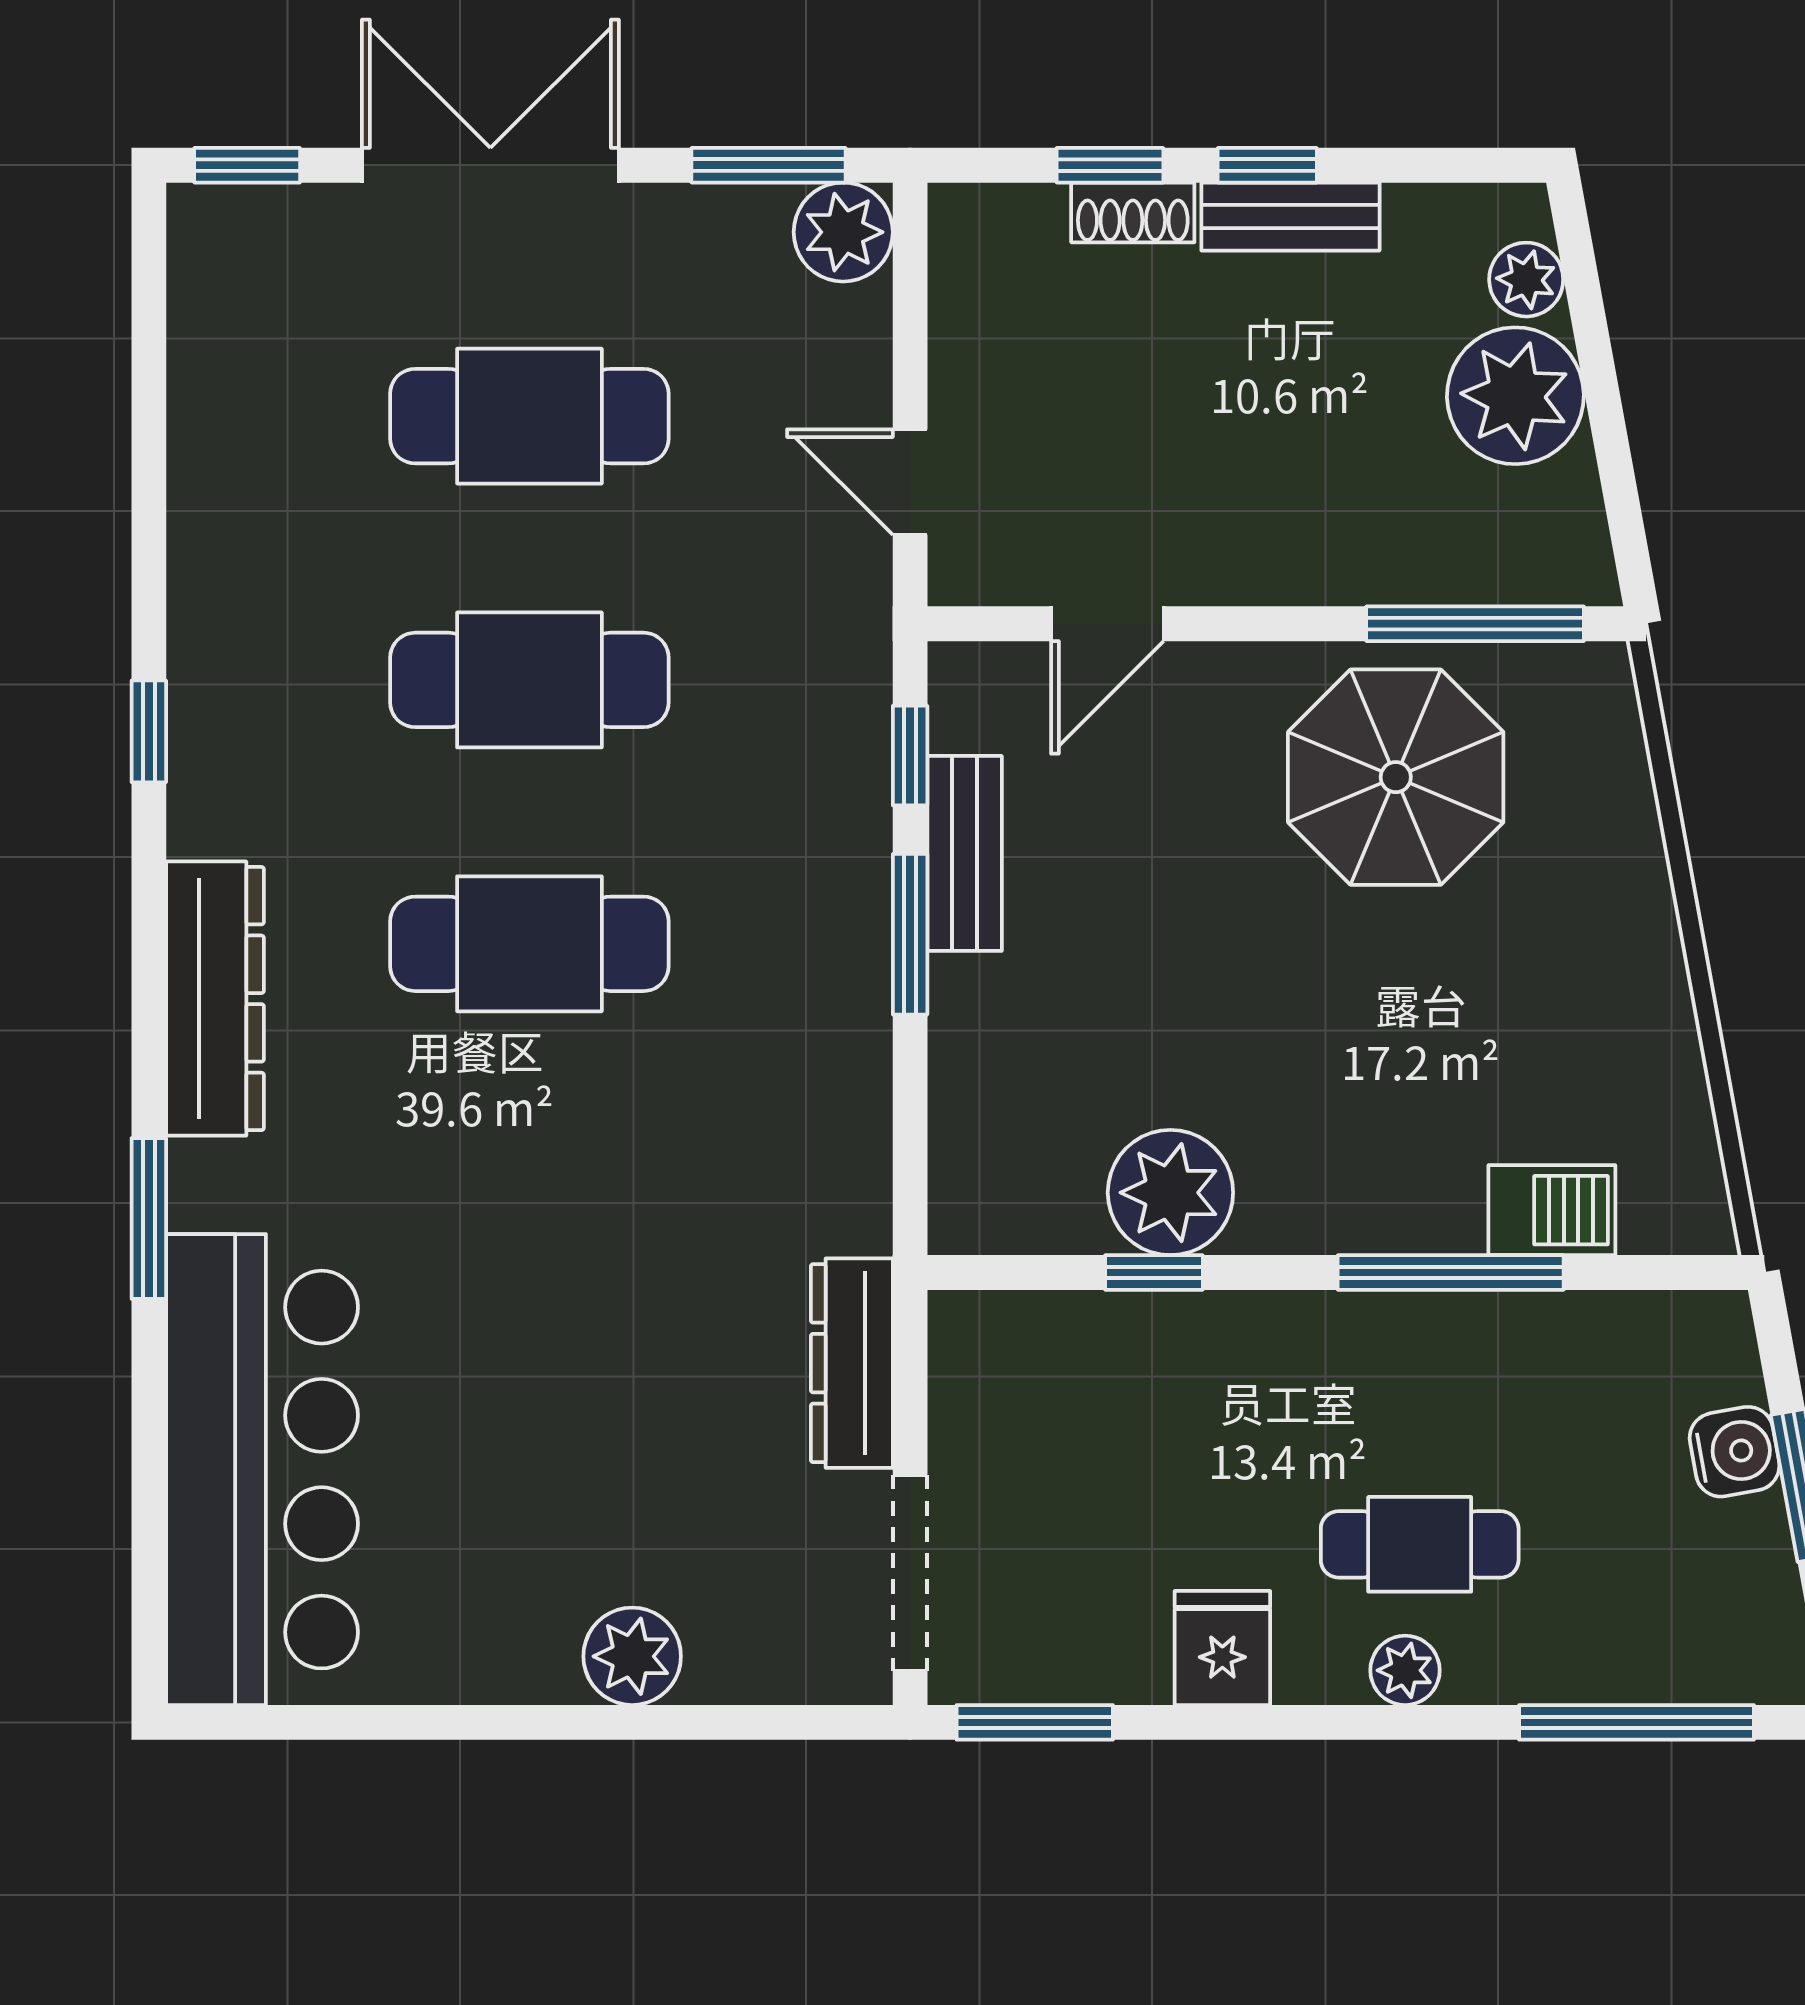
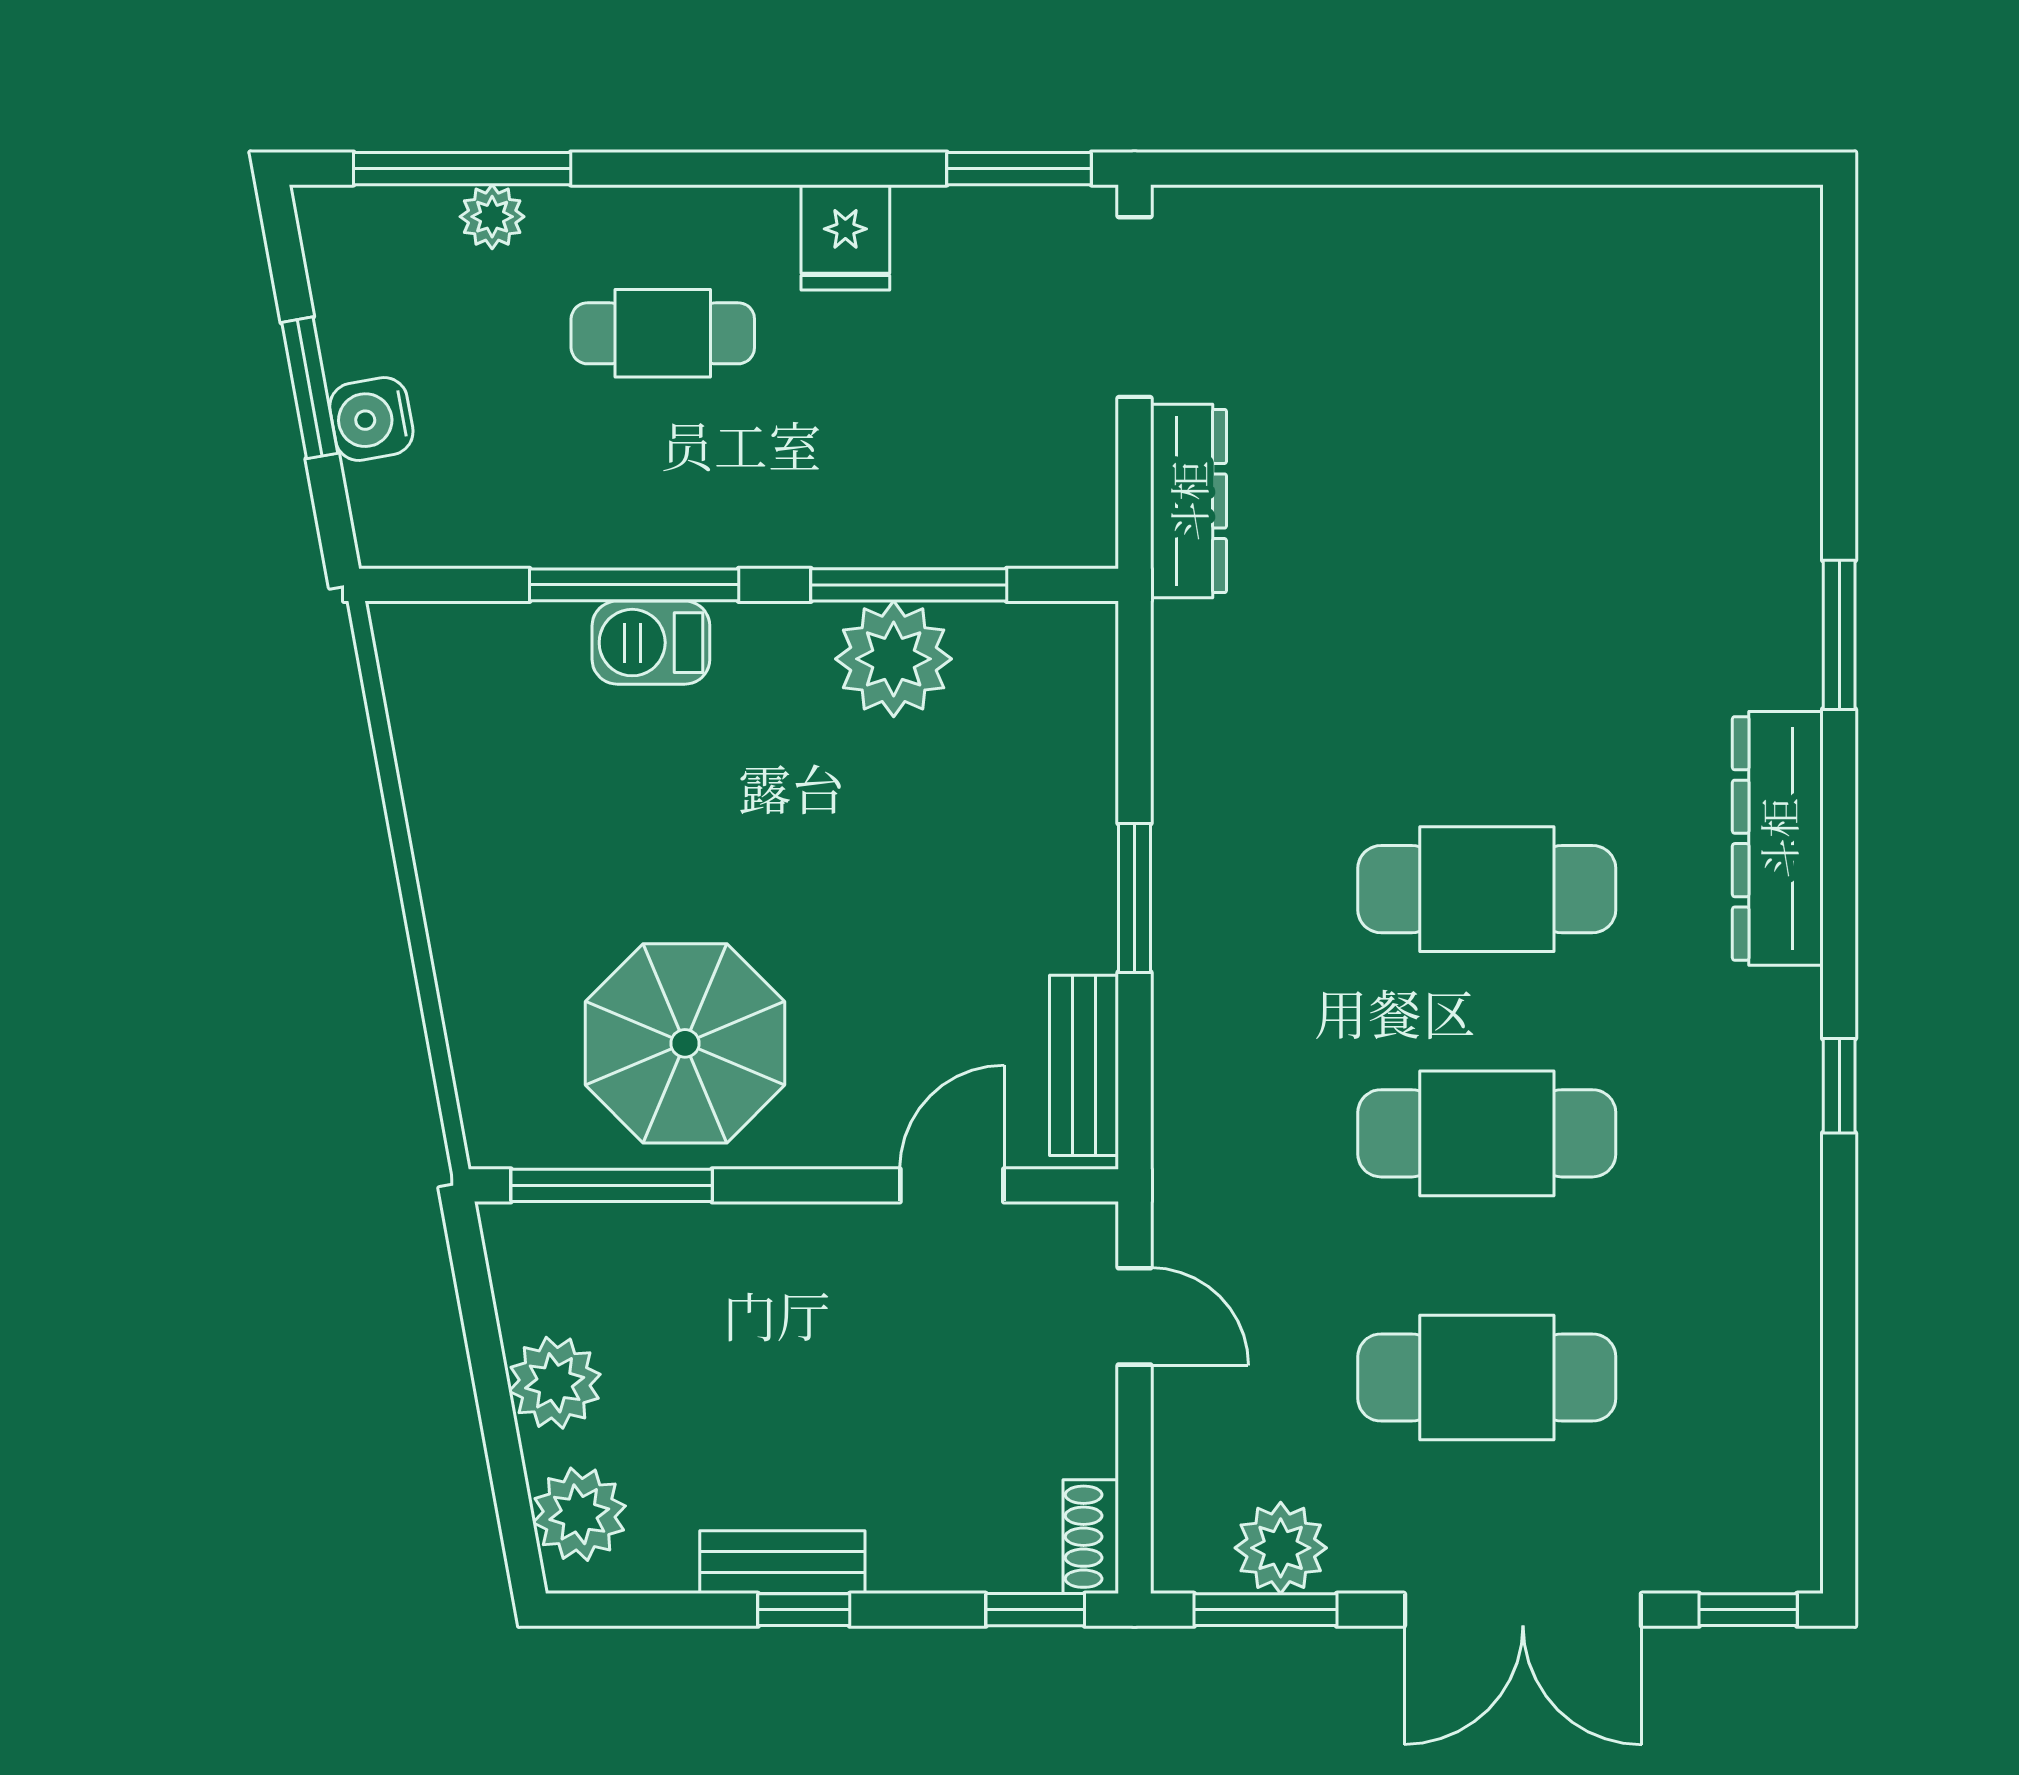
window: (1110, 165) -> (1035, 1610), moved
shoe rack: (1133, 212) -> (1091, 1537), moved, turned -90
plant: (843, 232) -> (1281, 1548), moved
plant: (1526, 280) -> (579, 1514), width x1.38, depth x1.38
plant: (1515, 396) -> (555, 1383), width x0.73, depth x0.73
window: (910, 756) -> (1134, 1063), removed
bench: (965, 853) -> (1084, 1065), moved
barbecue: (1552, 1210) -> (651, 643), moved
window: (1154, 1272) -> (909, 585), width x2.17
bar counter: (262, 1470) -> (1734, 402), removed
plant: (632, 1656) -> (1392, 230), removed
plant: (1405, 1670) -> (492, 217), moved

